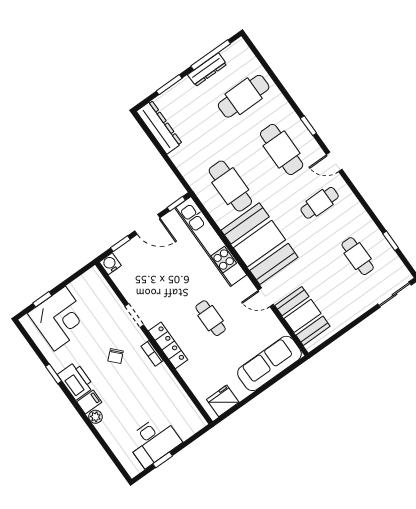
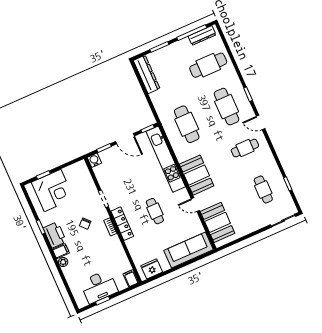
dresser: (207, 70) -> (202, 35), moved
booth: (260, 244) -> (197, 175), width x0.73, depth x0.70
filing cabinet: (196, 420) -> (131, 278), added

